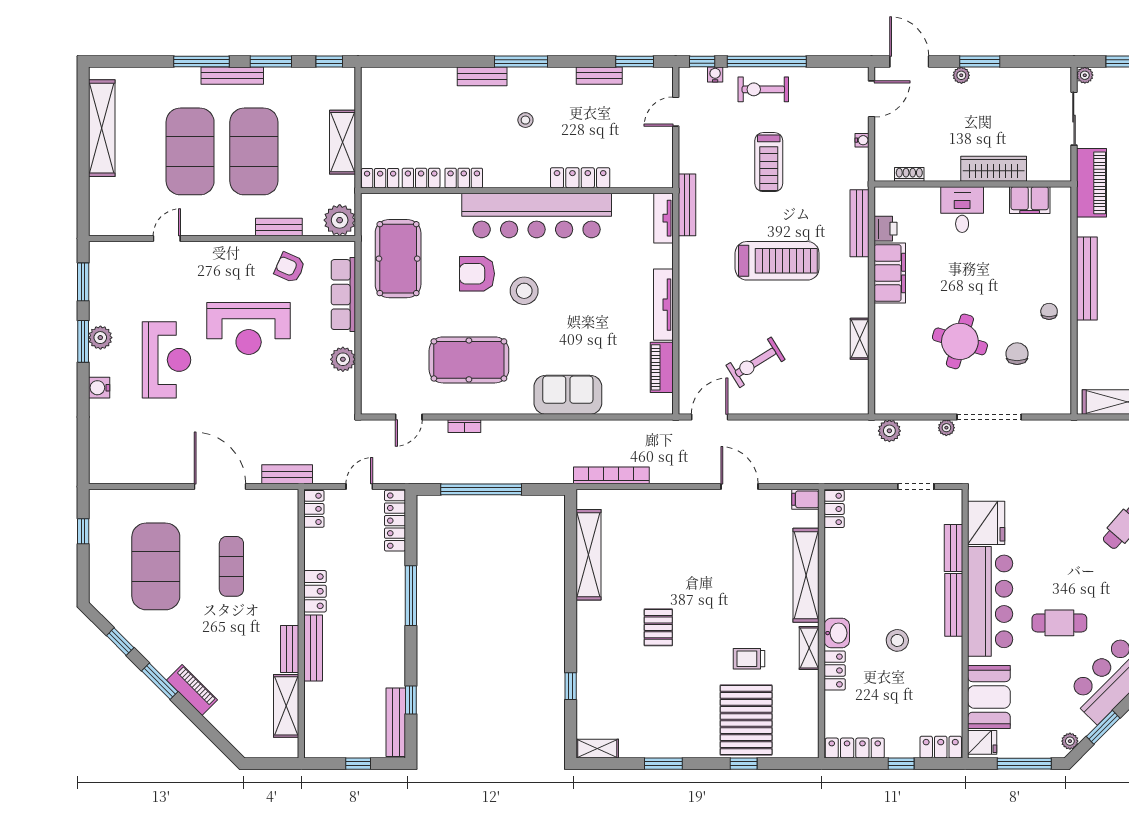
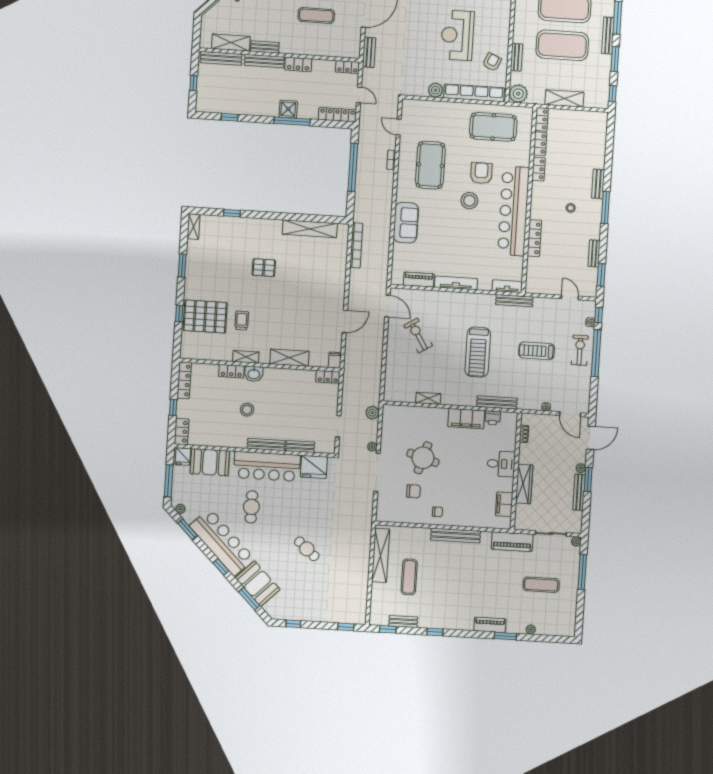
bench: (1002, 76) -> (579, 492), added
row of seats: (343, 295) -> (474, 93), width x1.36
shelving: (806, 575) -> (289, 358), width x0.68
shower: (391, 603) -> (288, 109), added
bench: (396, 722) -> (221, 58), moved

